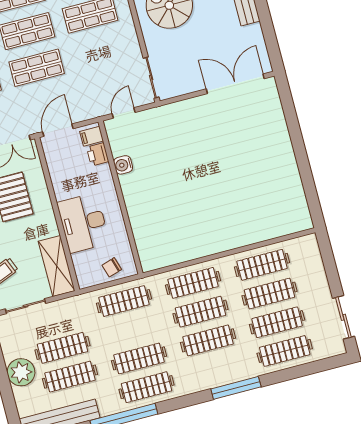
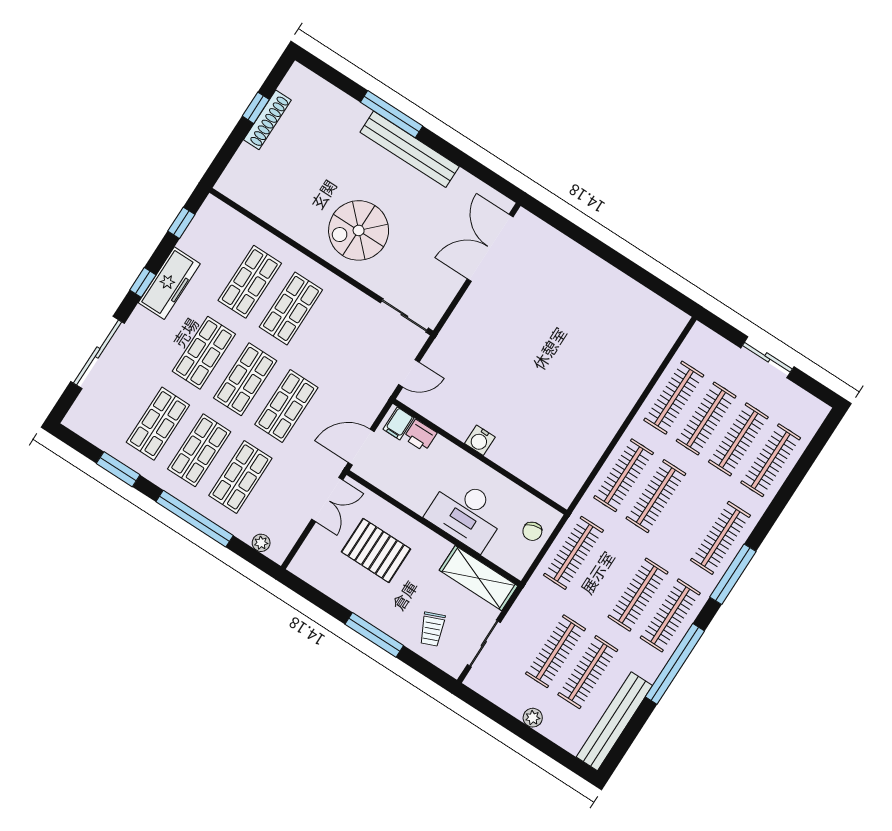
door: (124, 113) -> (409, 373), swing flipped
door: (58, 130) -> (361, 447), hinge flipped
water cooler: (123, 165) -> (480, 440), moved
sliding door: (343, 317) -> (767, 357), moved
clothes rail: (208, 340) -> (720, 538), moved
plant: (21, 372) -> (533, 718), width x0.53, depth x0.53
window: (236, 388) -> (733, 574), moved

